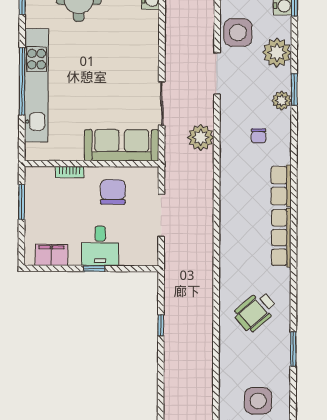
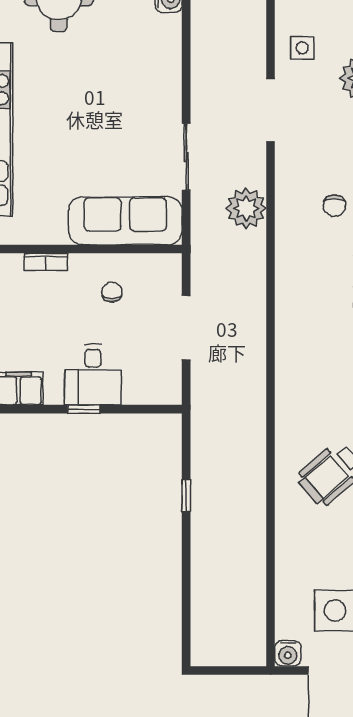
side table: (238, 33) -> (302, 48), width x0.54, depth x0.54
chair: (113, 192) -> (112, 292), width x0.54, depth x0.54

